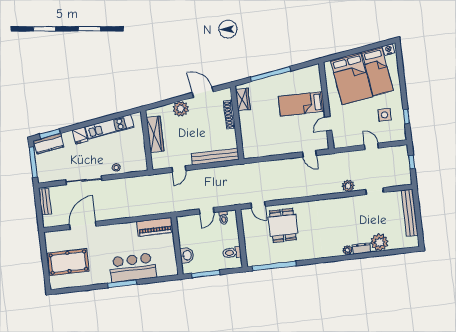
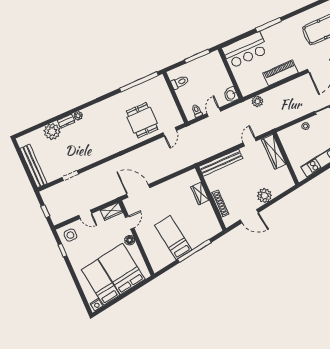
wardrobe: (243, 99) -> (200, 193), moved
bed: (301, 104) -> (173, 238), moved, turned -98
floor lamp: (334, 106) -> (130, 240), added
side table: (384, 115) -> (70, 235), moved
wardrobe: (155, 134) -> (274, 152), moved
wardrobe: (343, 141) -> (112, 211), added
door: (309, 154) -> (138, 191), width x1.88
plant: (348, 186) -> (257, 101), moved
door: (258, 205) -> (170, 132), swing flipped
piano: (155, 227) -> (280, 73), moved
washbasin: (187, 255) -> (231, 95), moved
bar counter: (133, 268) -> (245, 50), moved

